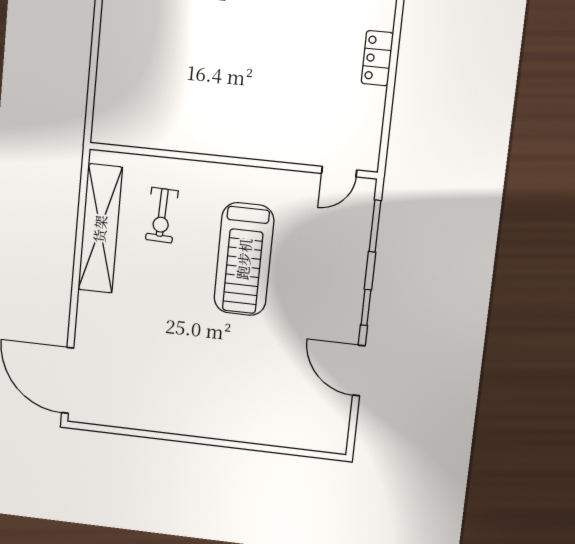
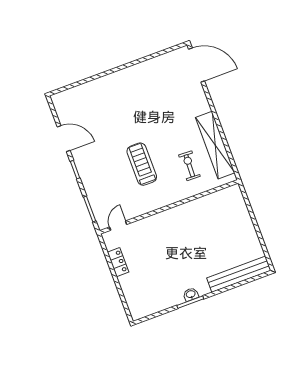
locker: (377, 58) -> (118, 262), moved
treadmill: (244, 259) -> (142, 164), width x0.73, depth x0.73

